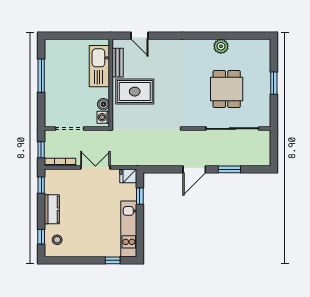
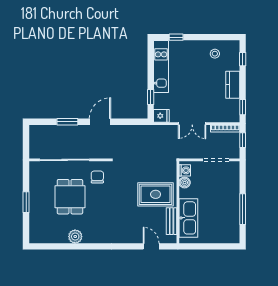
chair: (197, 110) -> (97, 177), added
stool: (57, 240) -> (215, 54), moved

